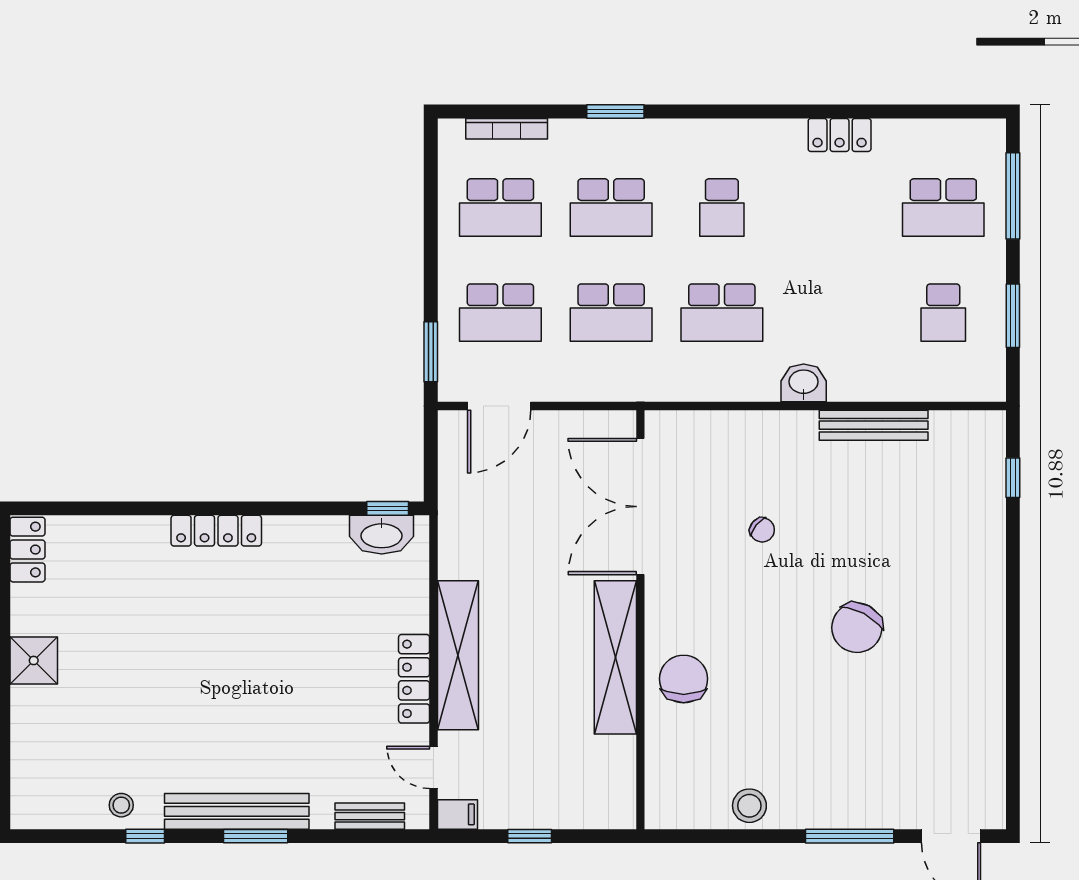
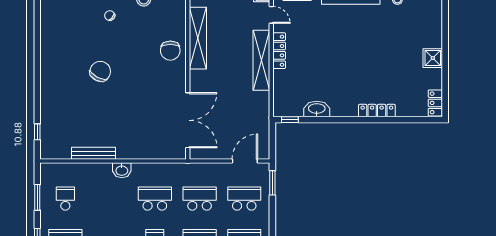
chair: (762, 530) -> (110, 16), moved
locker: (216, 531) -> (377, 111), moved
washbasin: (382, 535) -> (317, 109), moved
shelving: (615, 657) -> (198, 38), moved

